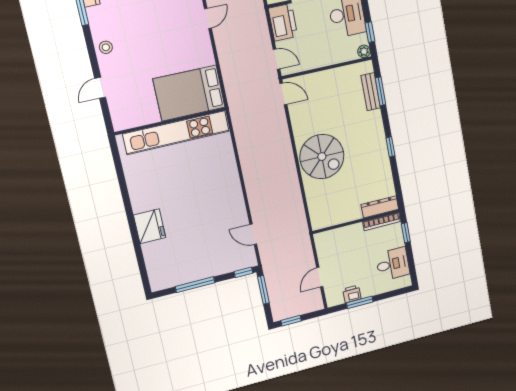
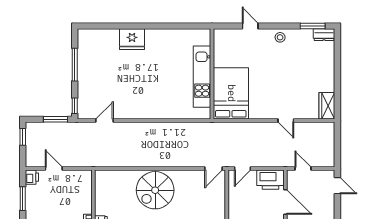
kitchen unit: (176, 133) -> (202, 77), width x0.73
printer: (352, 294) -> (32, 177), moved

